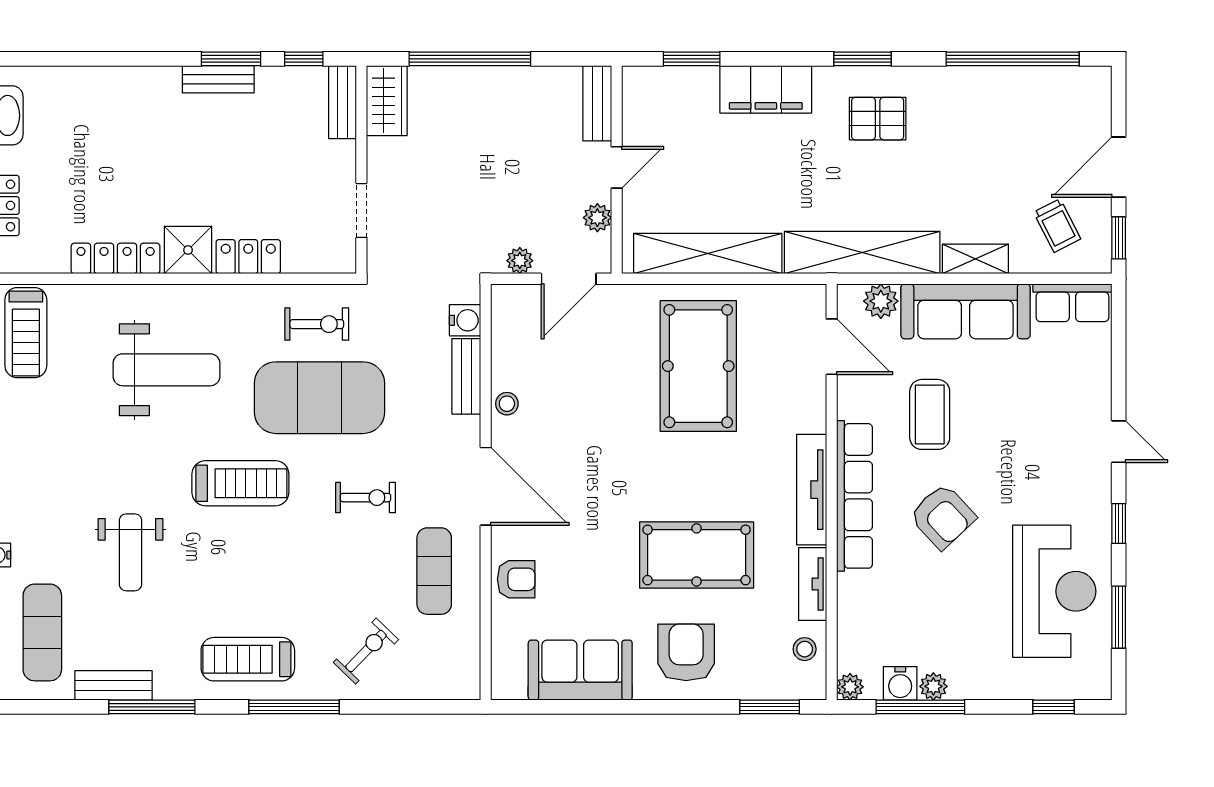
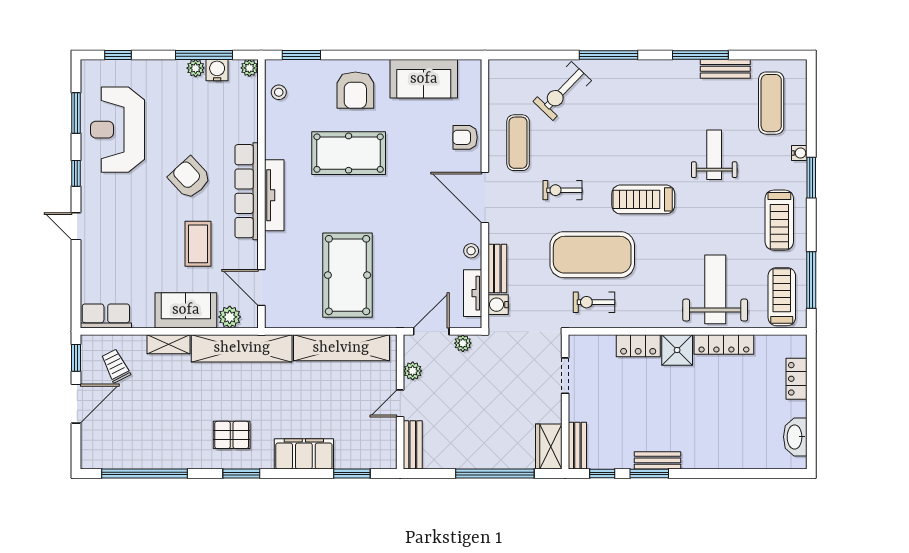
sofa: (966, 311) -> (186, 310), width x0.73
weight bench: (166, 370) -> (715, 289), moved, turned 90
tv unit: (813, 584) -> (473, 293), moved, turned 180
exercise bike: (366, 651) -> (562, 91), width x1.38, depth x1.39
treadmill: (248, 659) -> (779, 220), moved, turned 90

